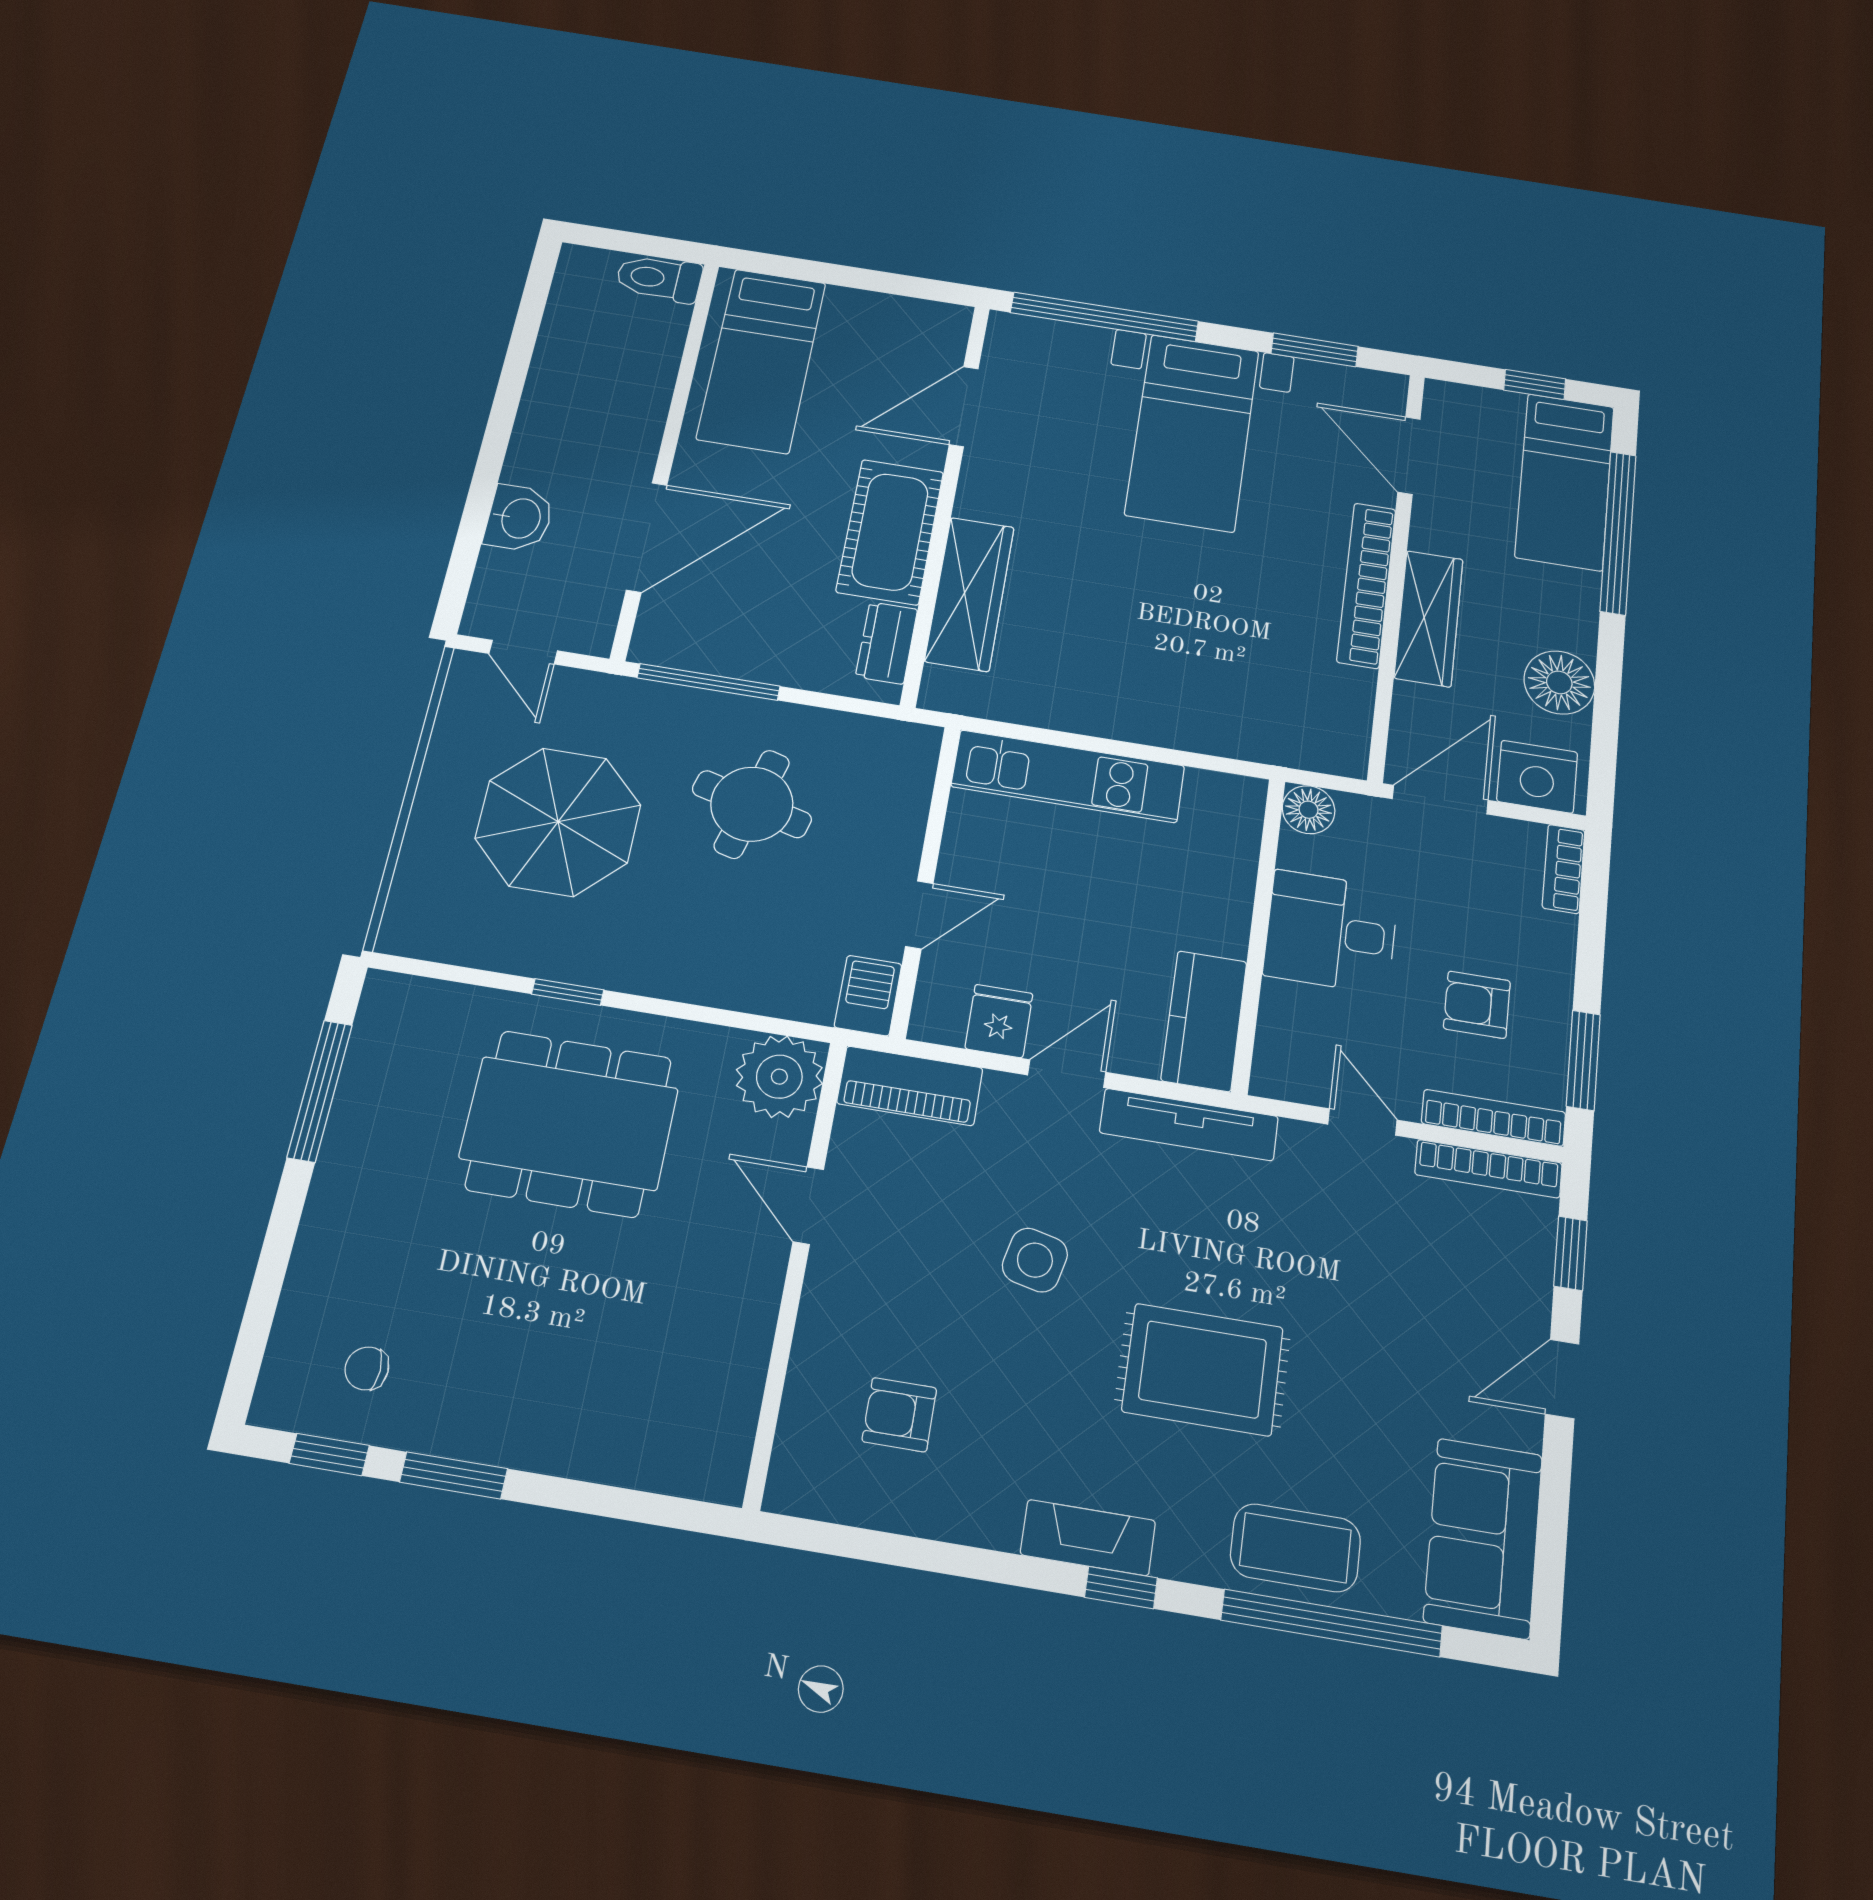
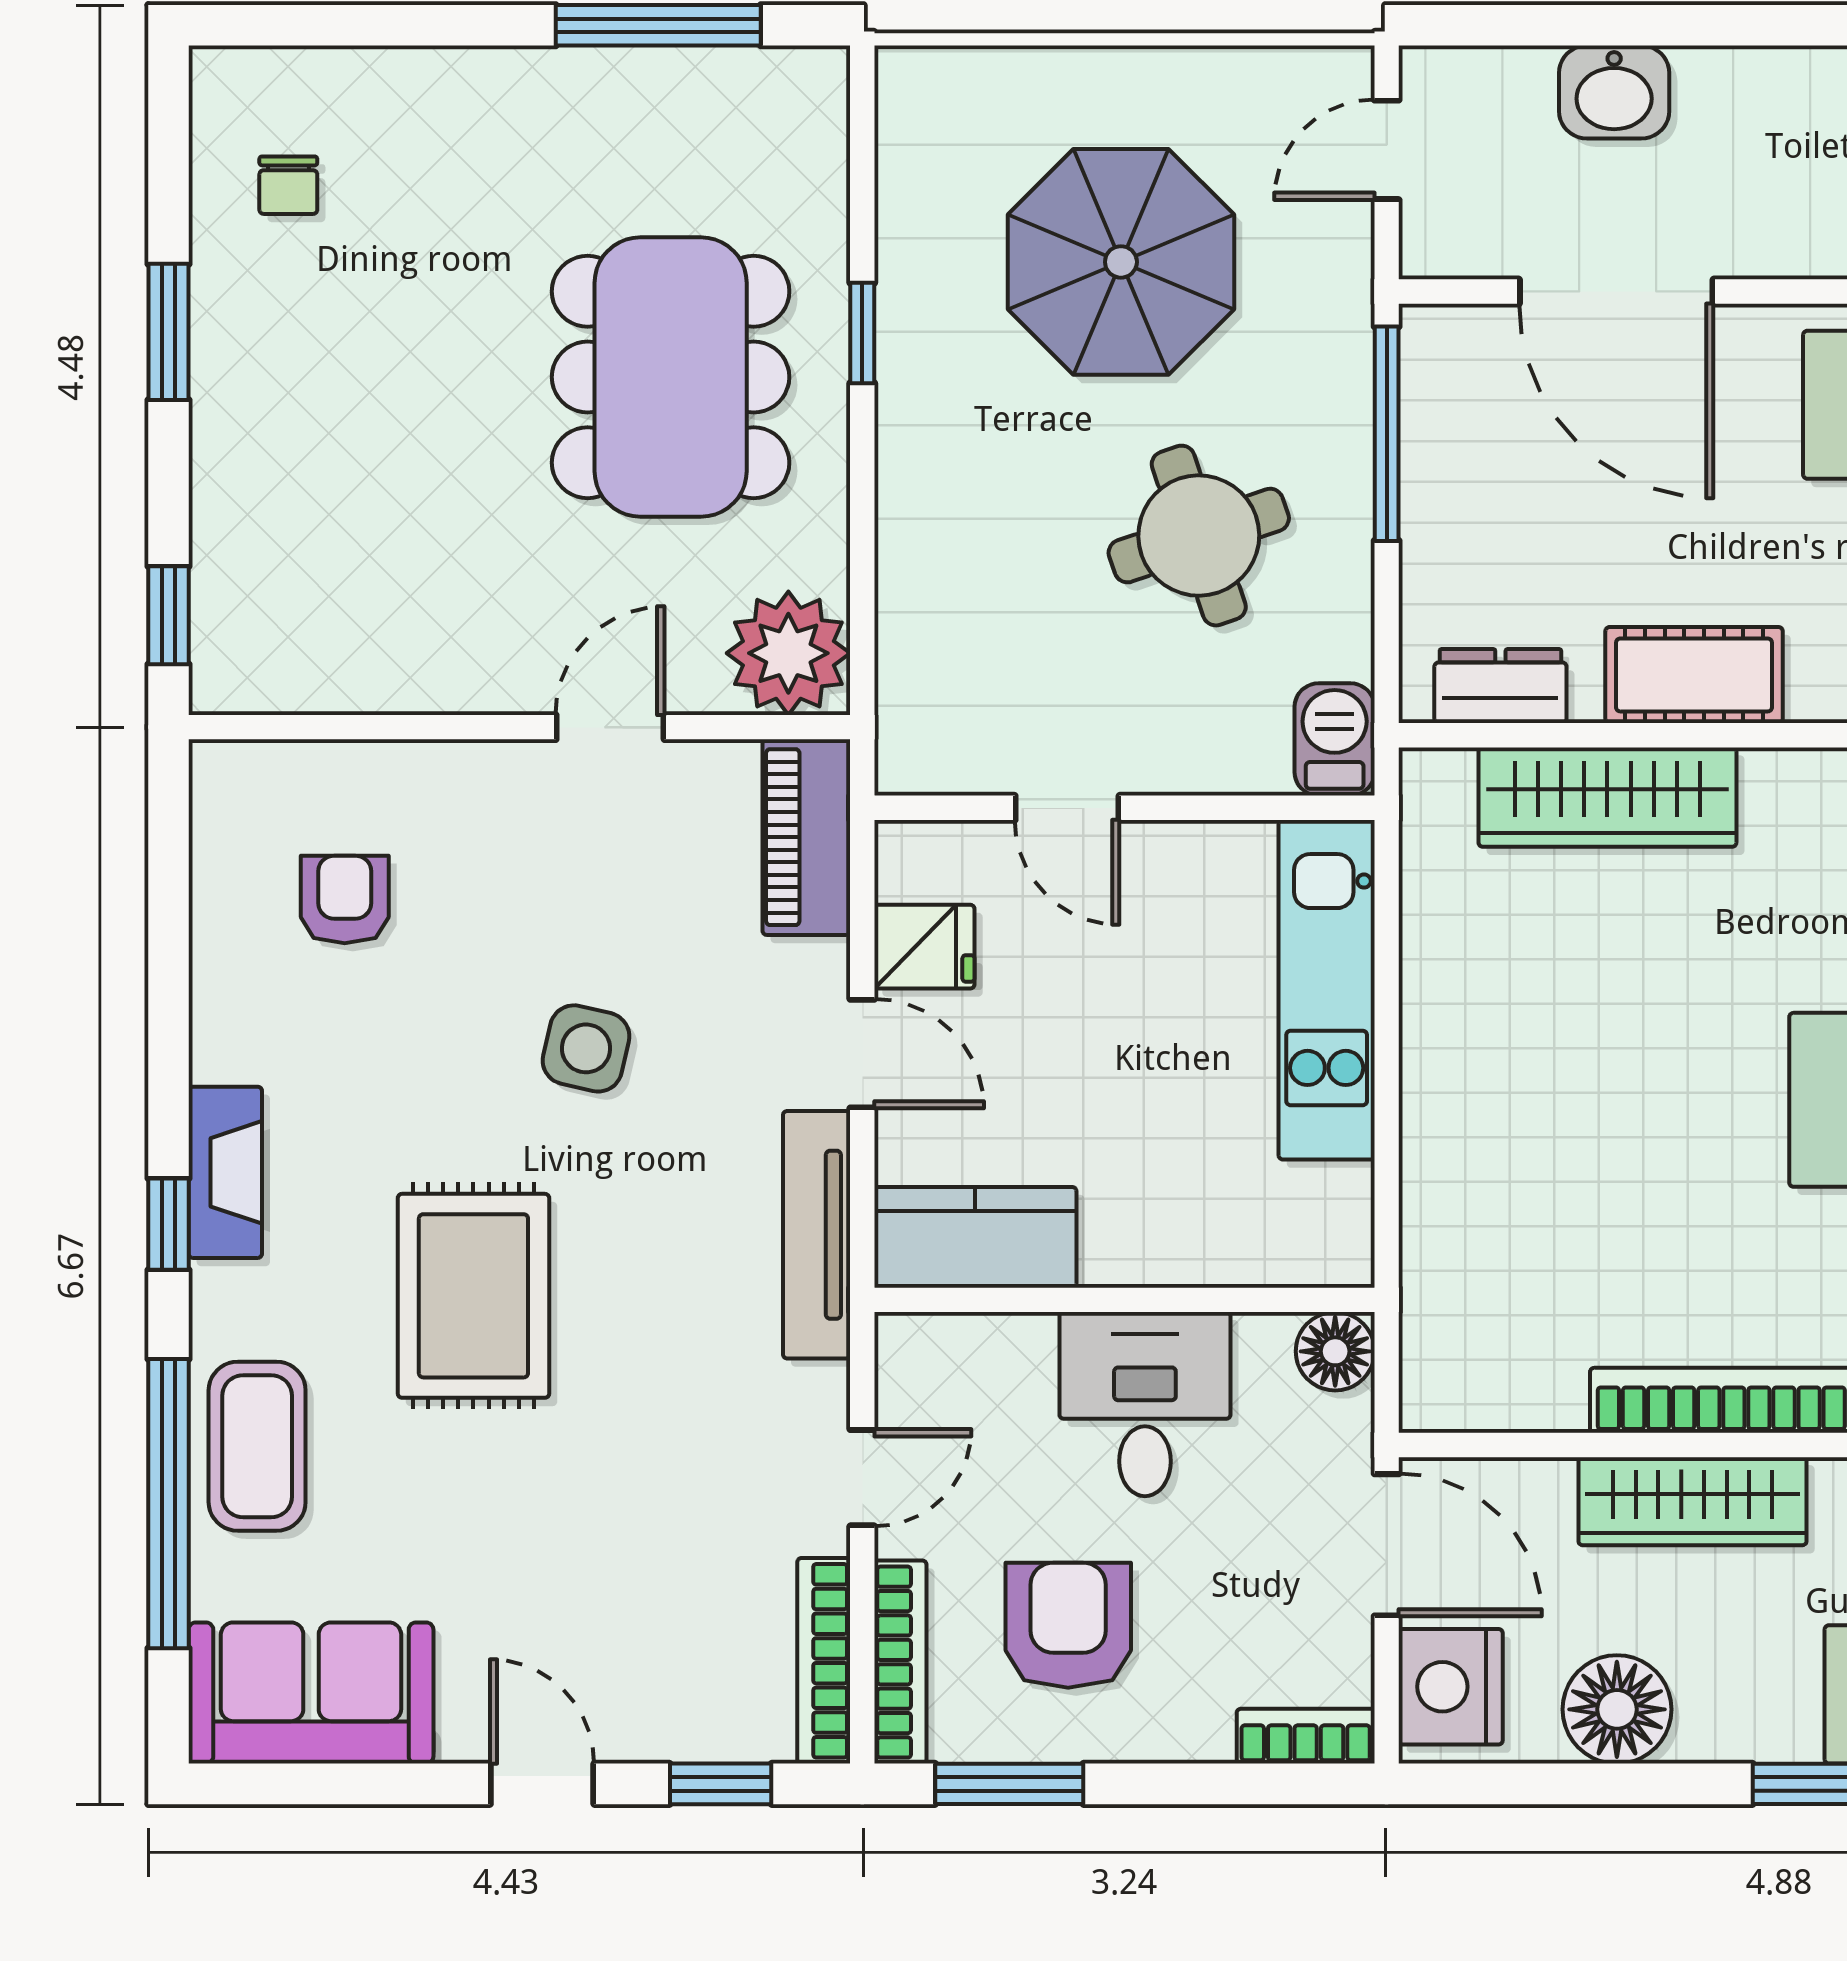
cot: (890, 532) -> (1694, 675), width x0.73, depth x0.75
round table: (752, 804) -> (1199, 536), turned -34
barbecue: (868, 996) -> (1335, 739), moved, turned -90
armchair: (1477, 1005) -> (1068, 1625), width x1.38, depth x1.38
chair: (367, 1368) -> (288, 185), turned 180
window: (329, 1454) -> (168, 615), moved

